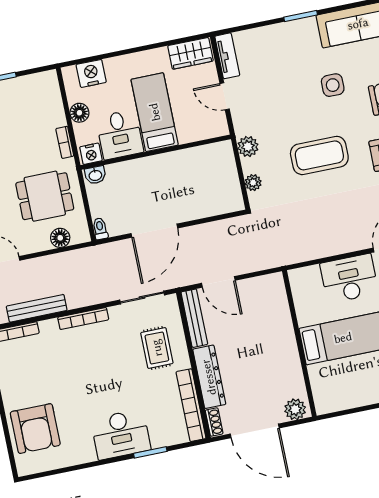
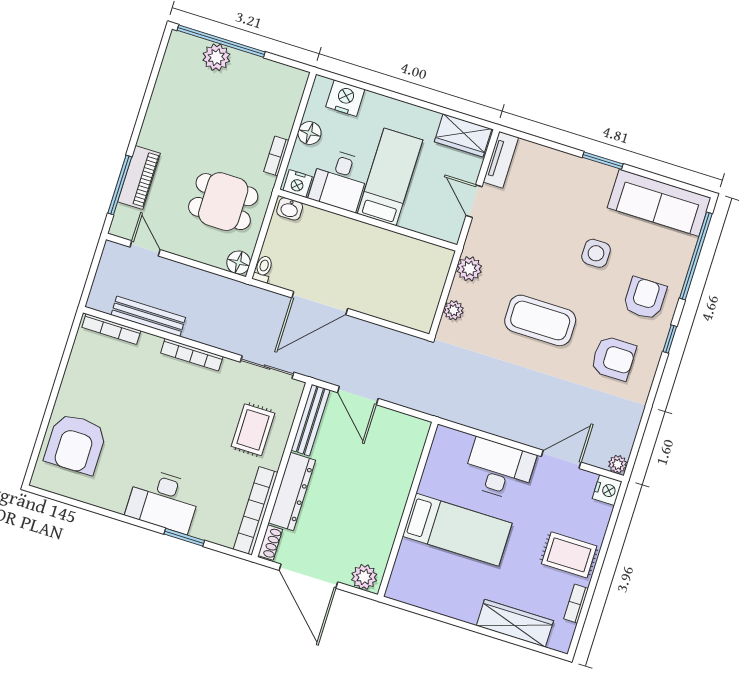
floor lamp: (60, 238) -> (239, 263), moved

